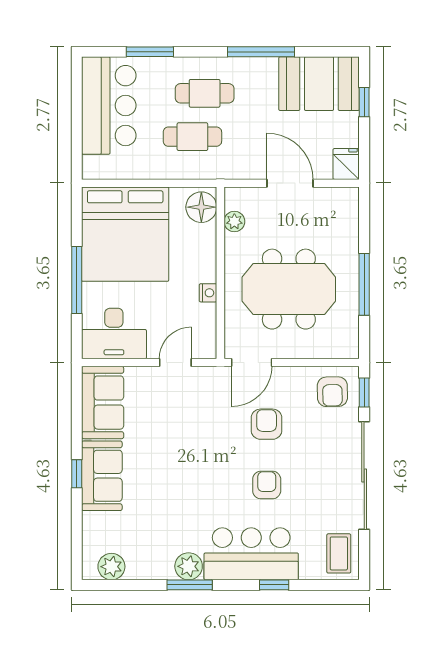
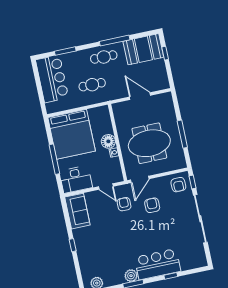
cafe table: (205, 93) -> (104, 57), moved
fridge: (346, 164) -> (163, 82), removed
floor lamp: (201, 207) -> (108, 141), moved
plant: (234, 221) -> (119, 118), removed
door: (175, 363) -> (106, 187), swing flipped
sofa: (102, 476) -> (84, 244), removed
armchair: (267, 485) -> (124, 204), moved
coffee table: (339, 553) -> (196, 256), removed

